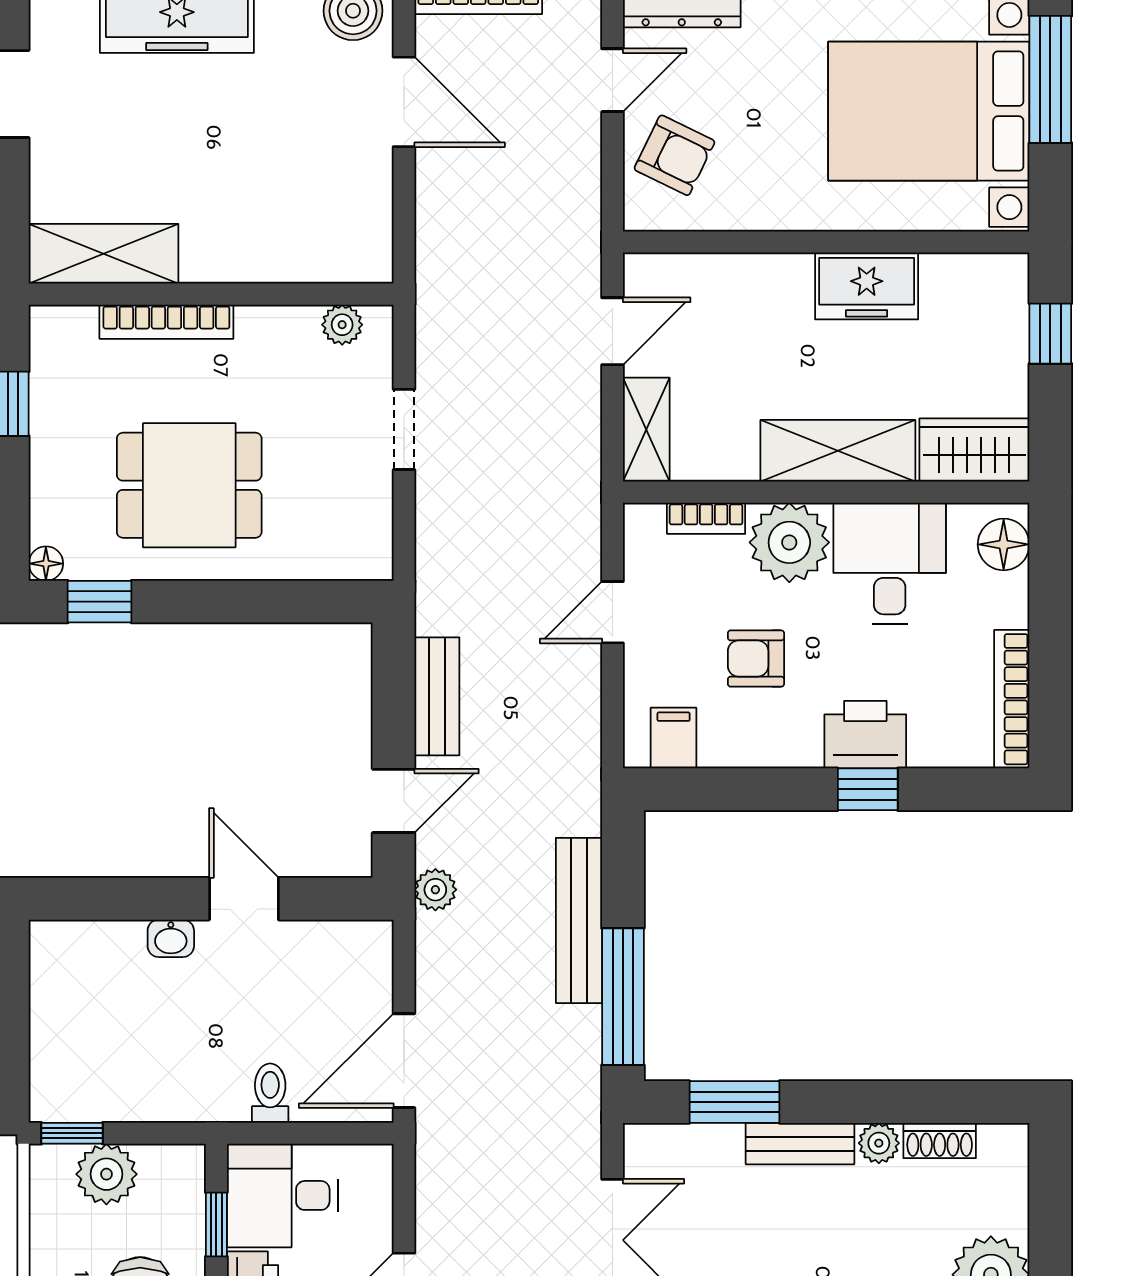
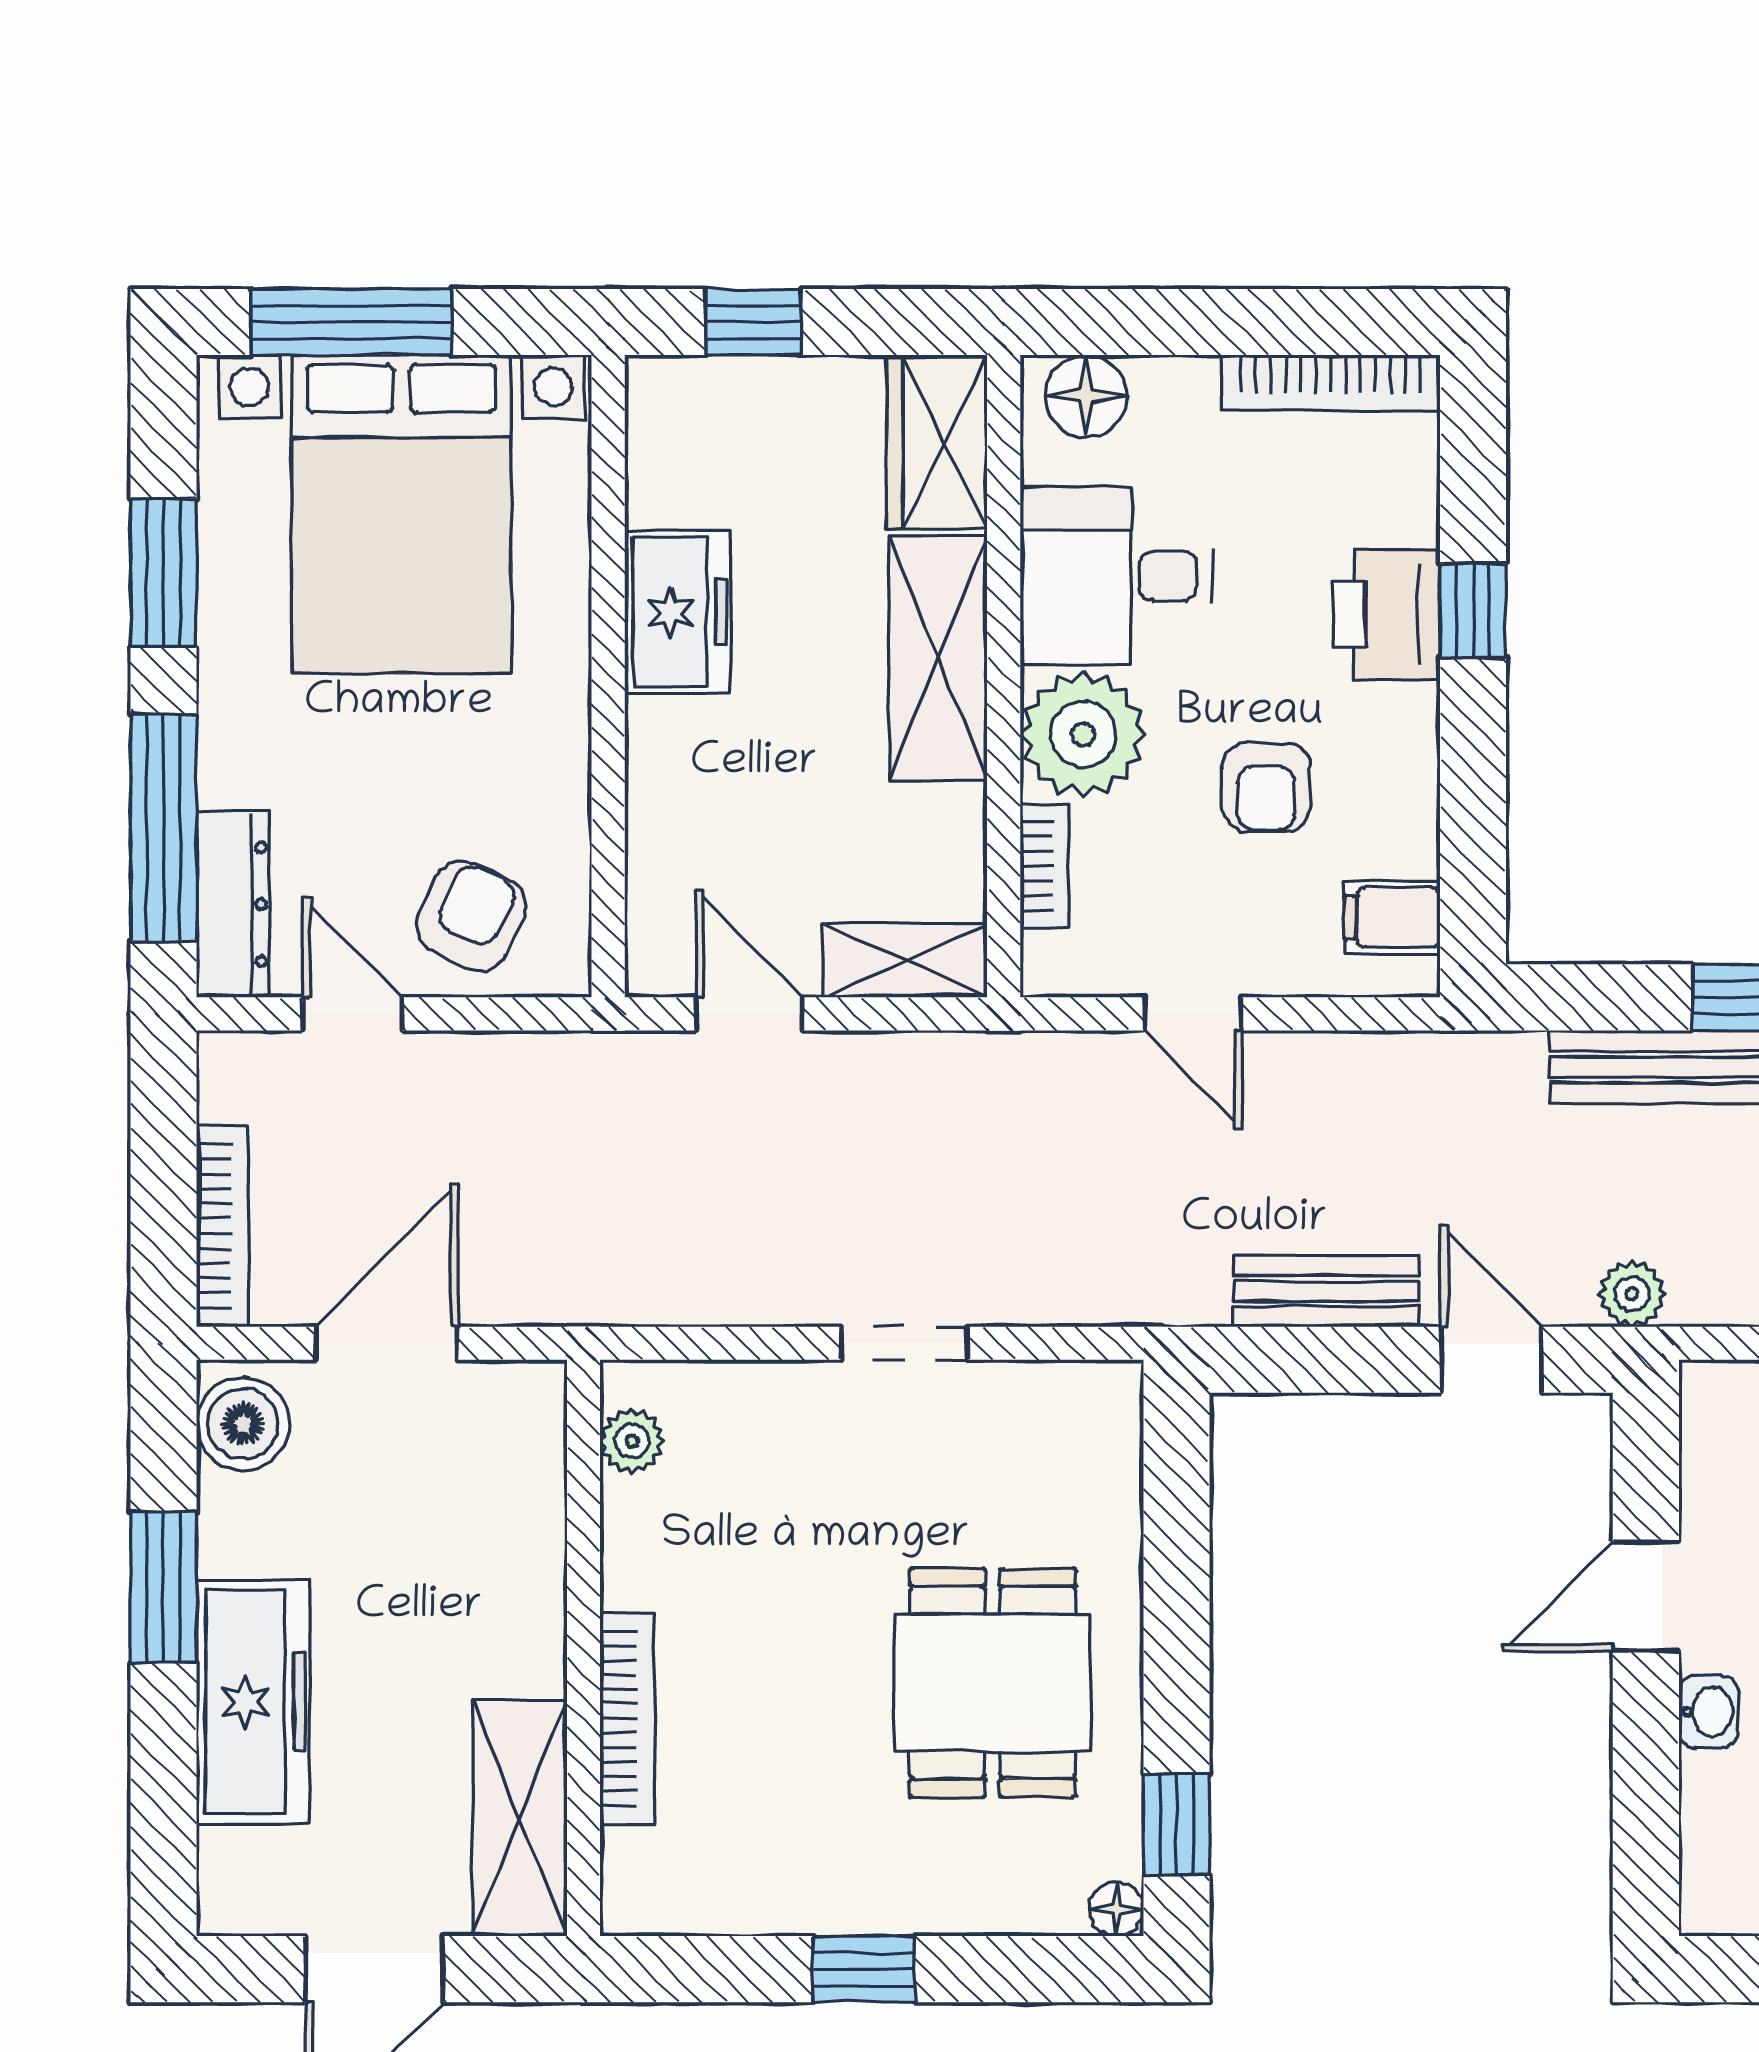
shelving: (104, 254) -> (520, 1818), moved
wall: (211, 294) -> (584, 1648), moved
bookcase: (166, 322) -> (627, 1719), moved
plant: (342, 325) -> (632, 1441), moved

